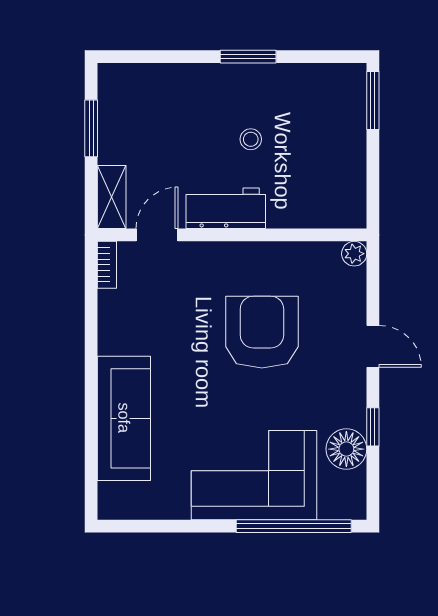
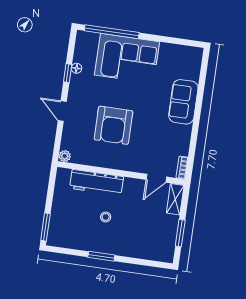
workbench: (226, 208) -> (97, 182), moved, width x1.38
sofa: (124, 418) -> (183, 102), width x0.73
floor lamp: (346, 449) -> (77, 68), width x0.53, depth x0.53

